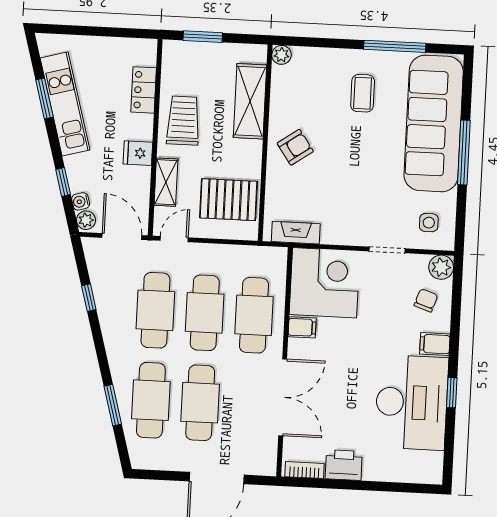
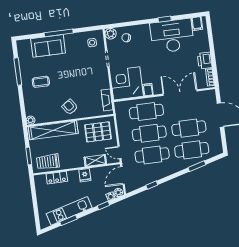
shelving: (250, 101) -> (53, 130), width x1.47
trolley: (183, 121) -> (48, 162), moved
sofa: (434, 123) -> (48, 46), width x0.54, depth x0.79
pallet: (228, 200) -> (98, 132), turned 90
filing cabinet: (435, 344) -> (197, 24), moved

